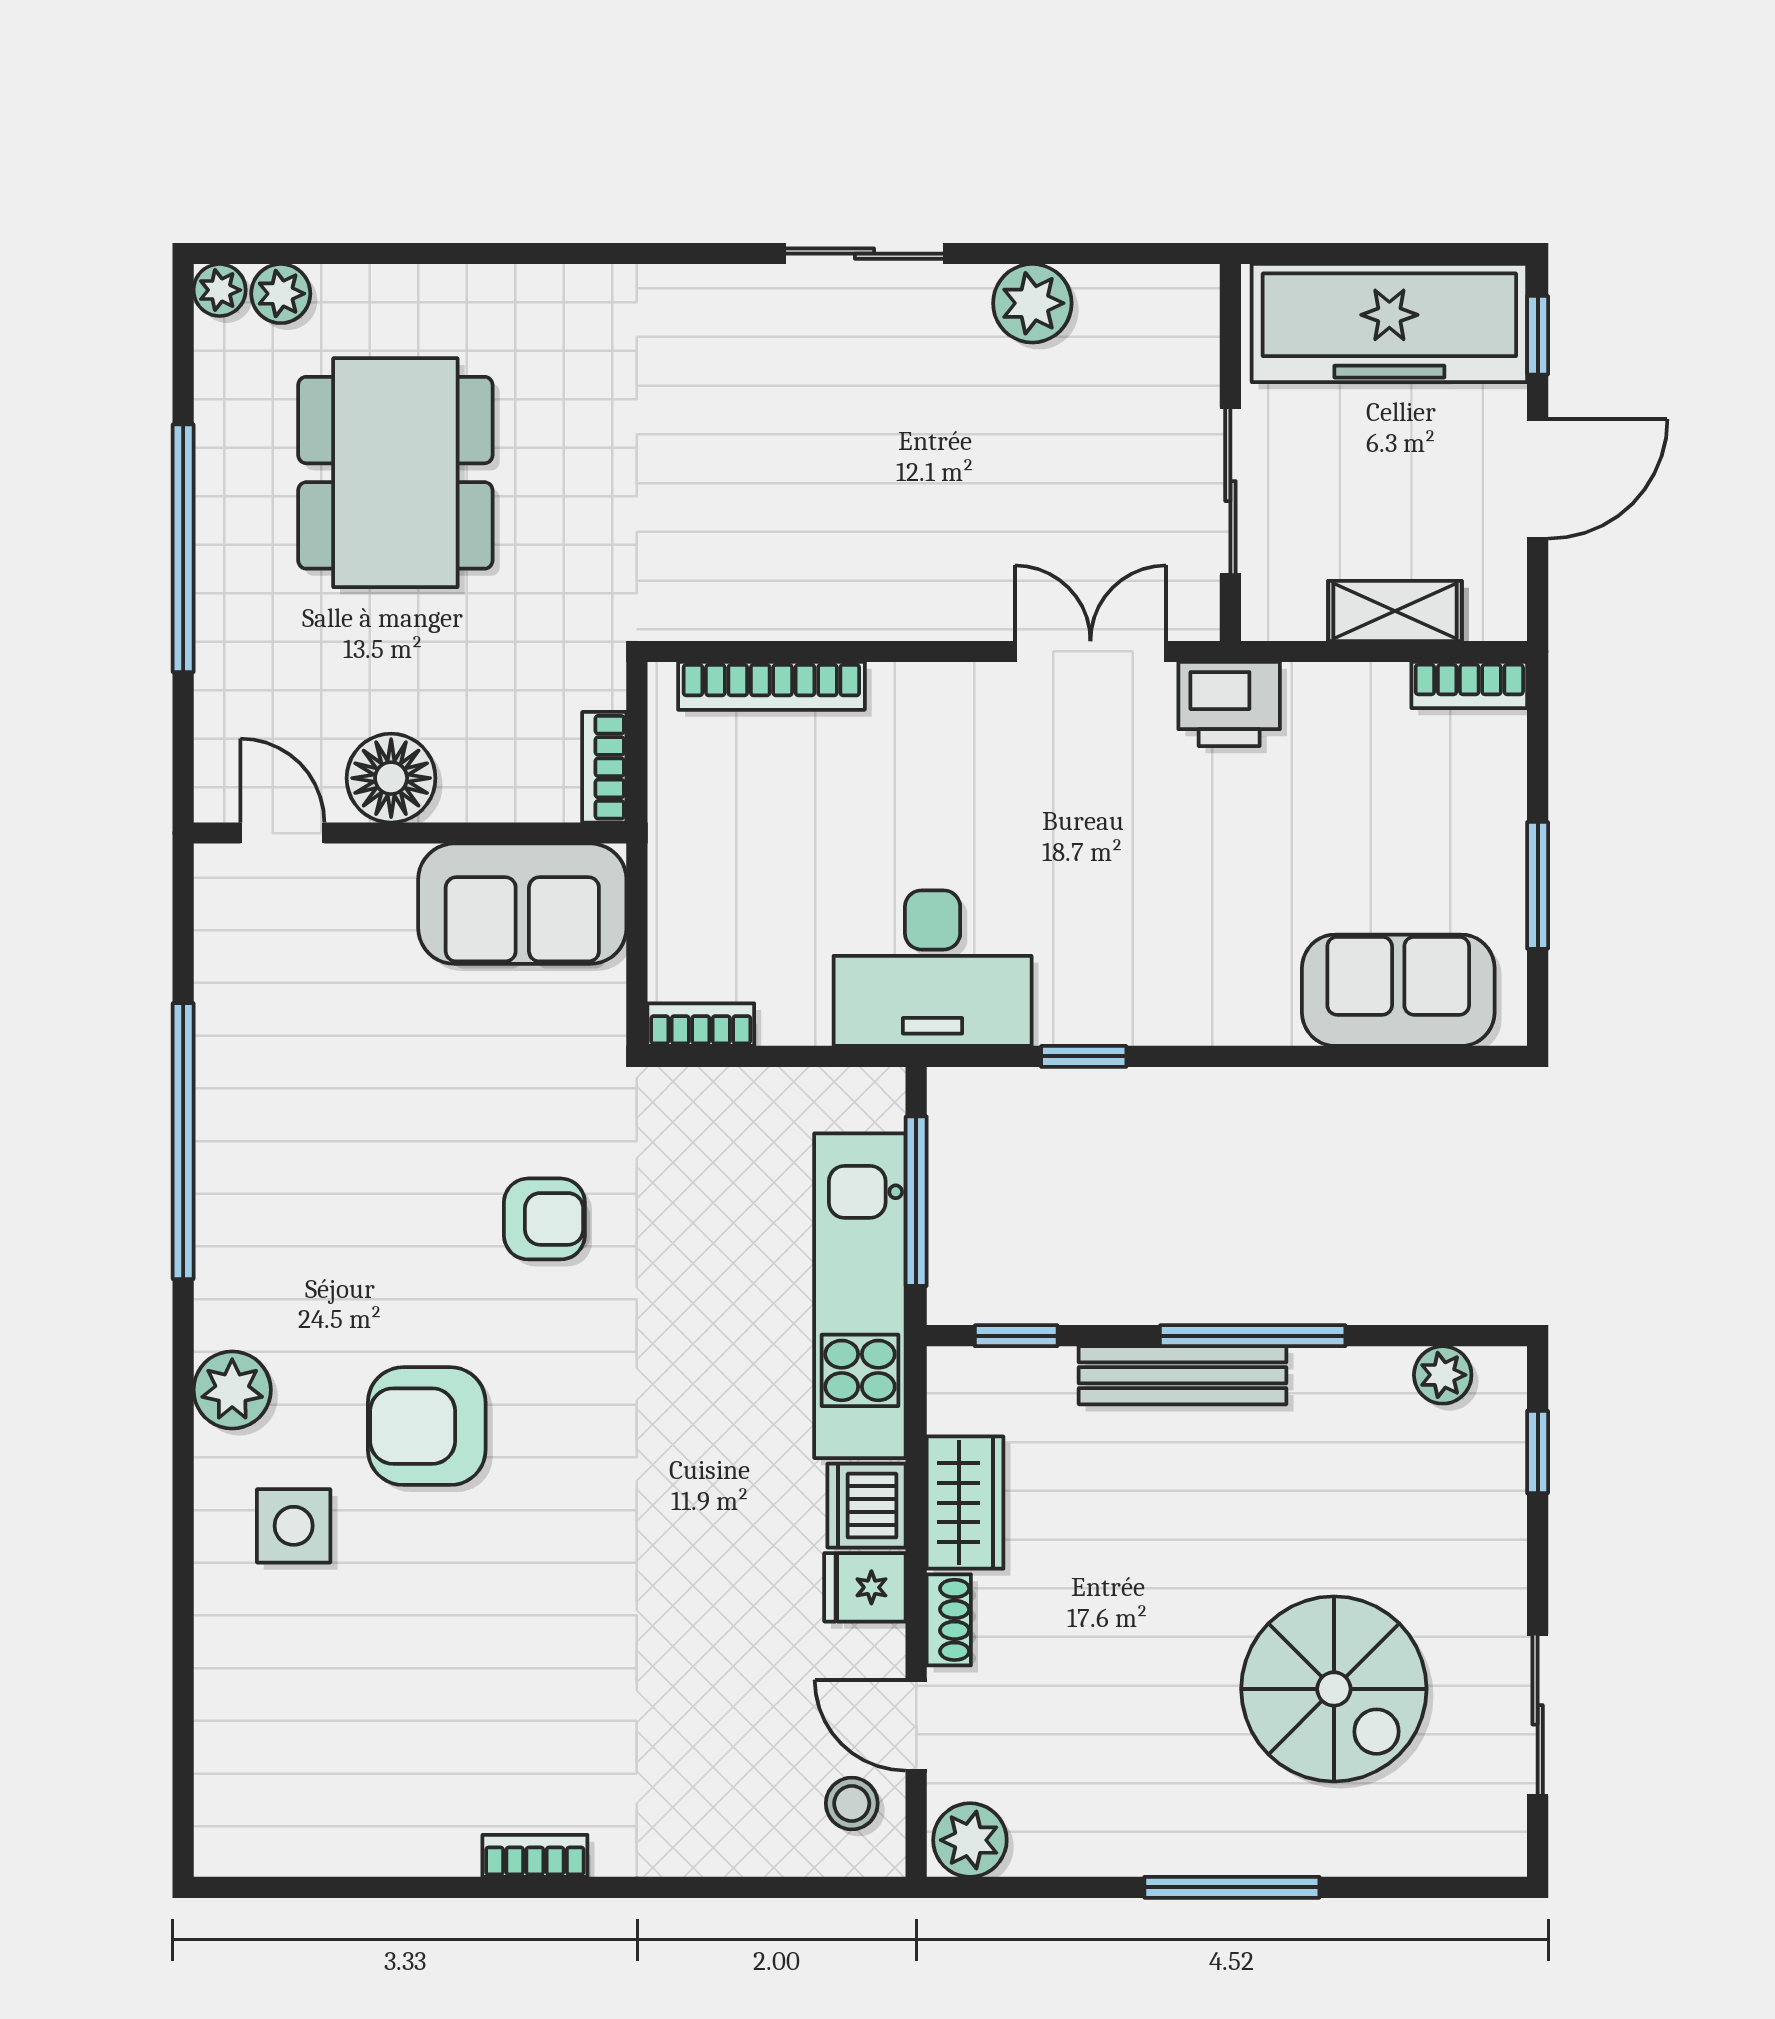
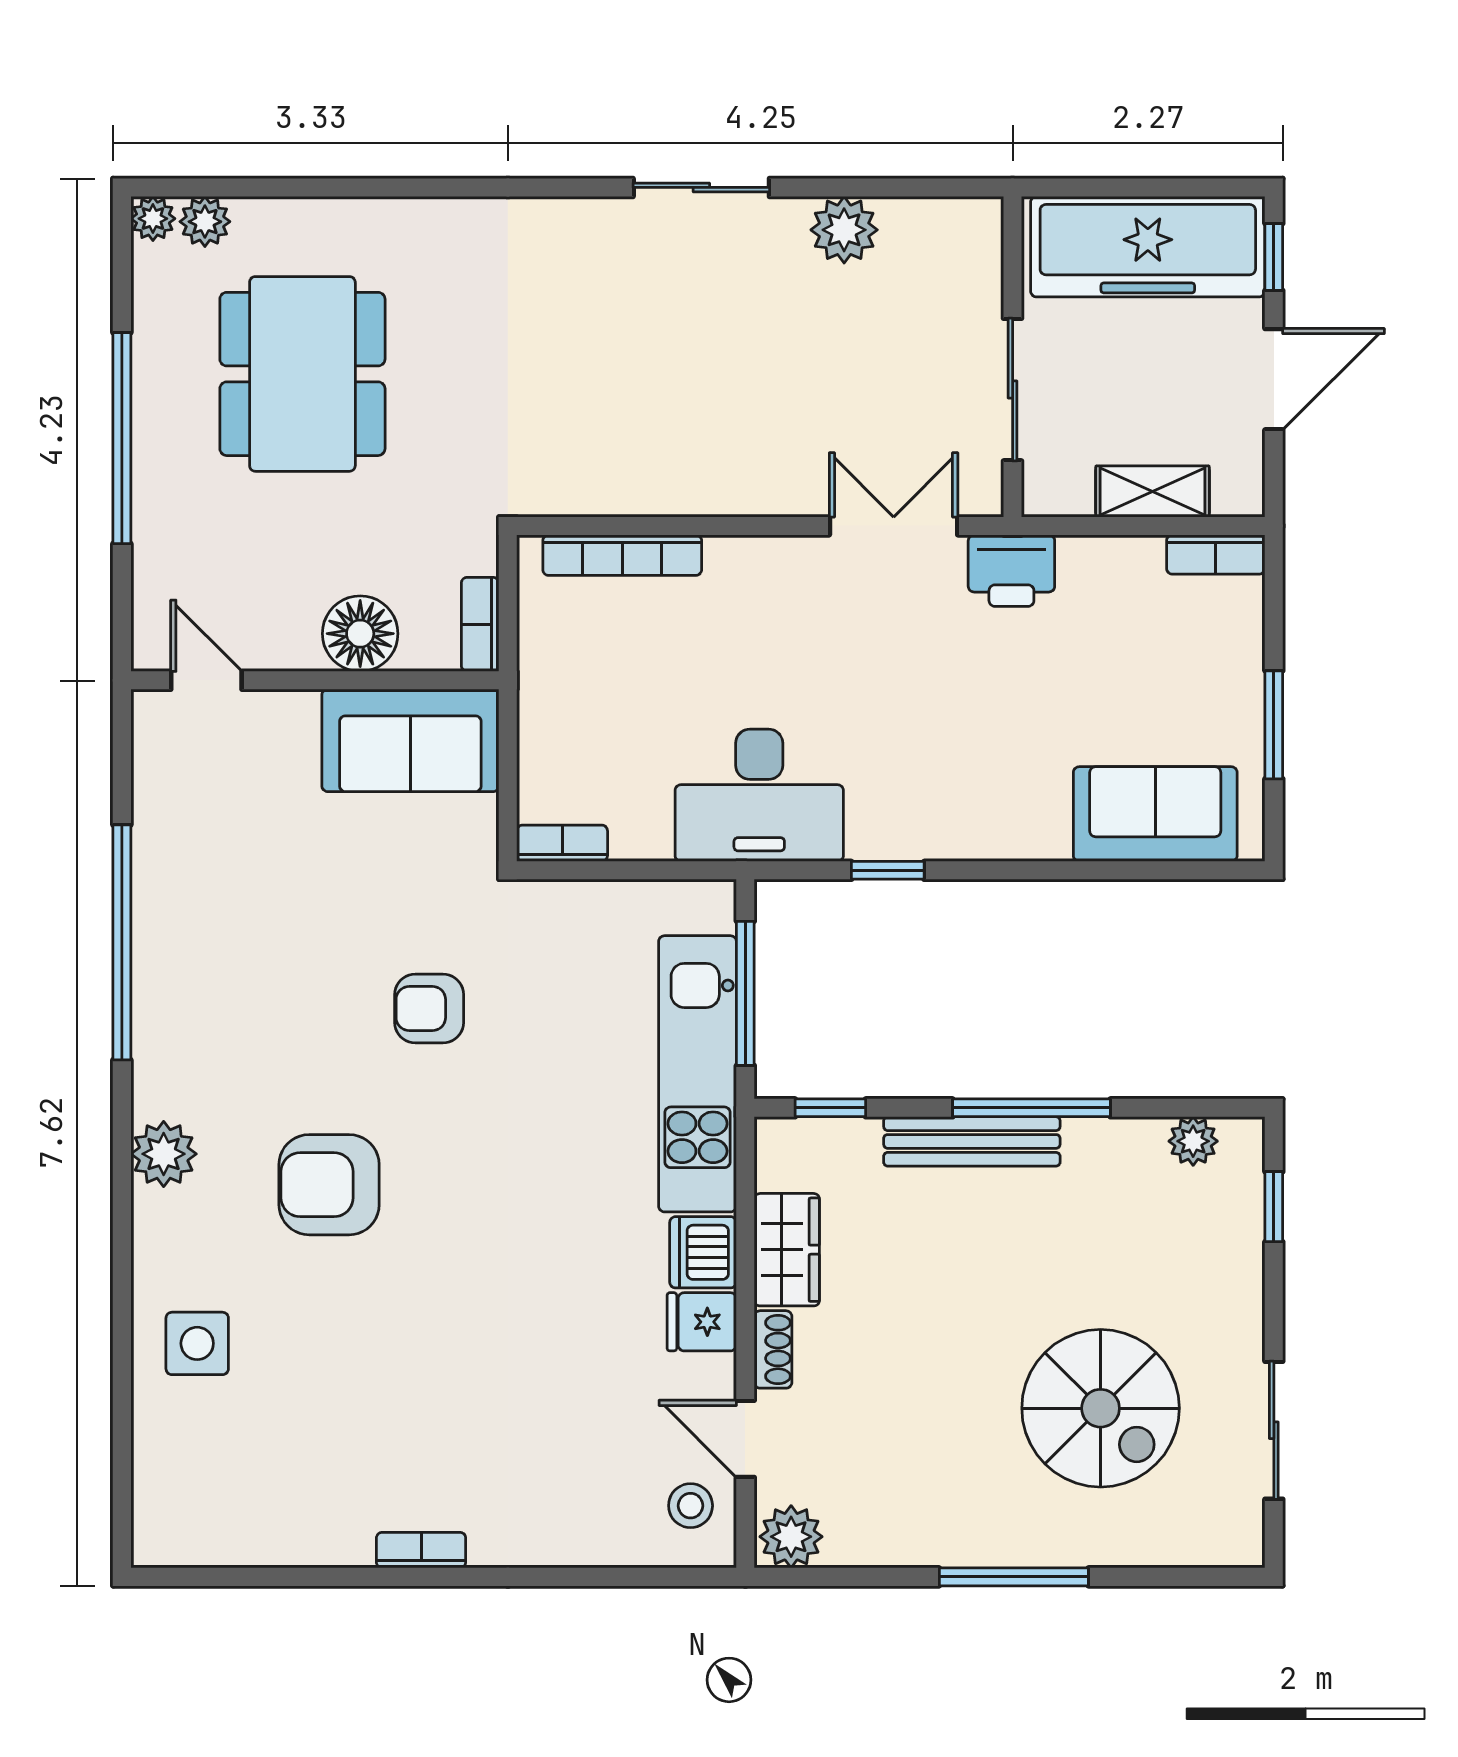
floor lamp: (391, 778) -> (360, 634), moved
armchair: (544, 1219) -> (429, 1009), turned 180
side table: (294, 1526) -> (197, 1343), moved

